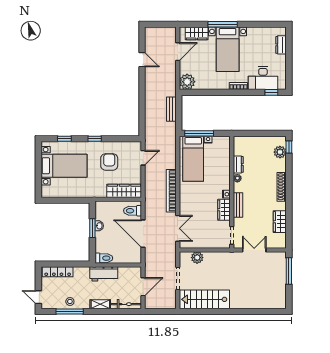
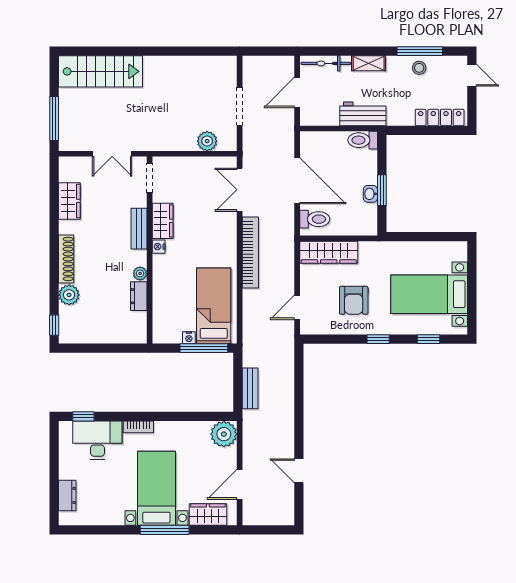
plant: (280, 152) -> (69, 295), moved
stairs: (204, 299) -> (101, 71), moved

